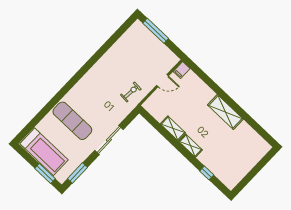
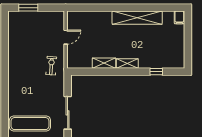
window: (156, 31) -> (28, 8), width x0.69
filing cabinet: (182, 70) -> (179, 17), moved
shelving: (225, 112) -> (137, 18), width x1.47

